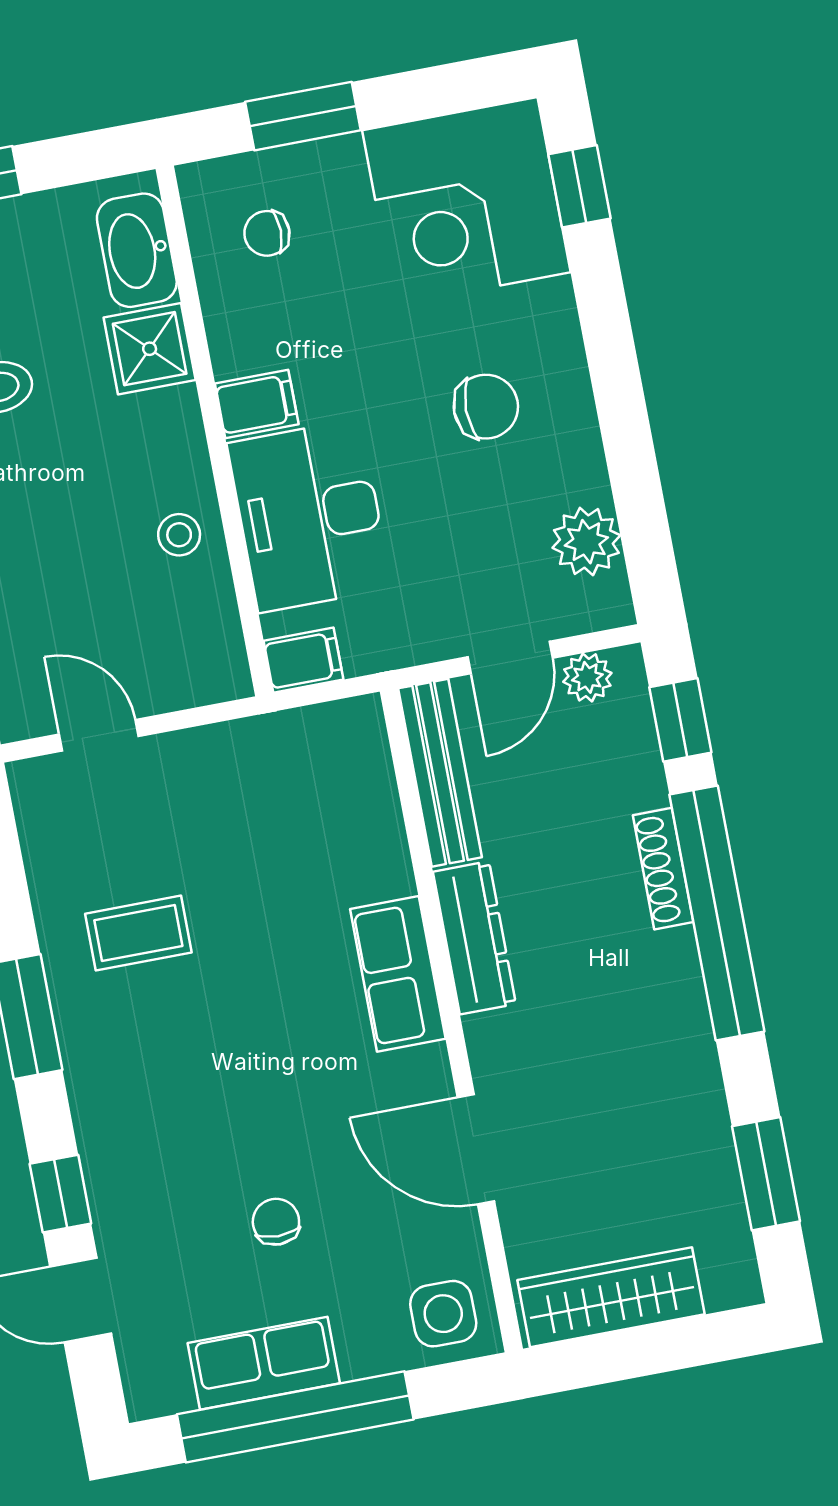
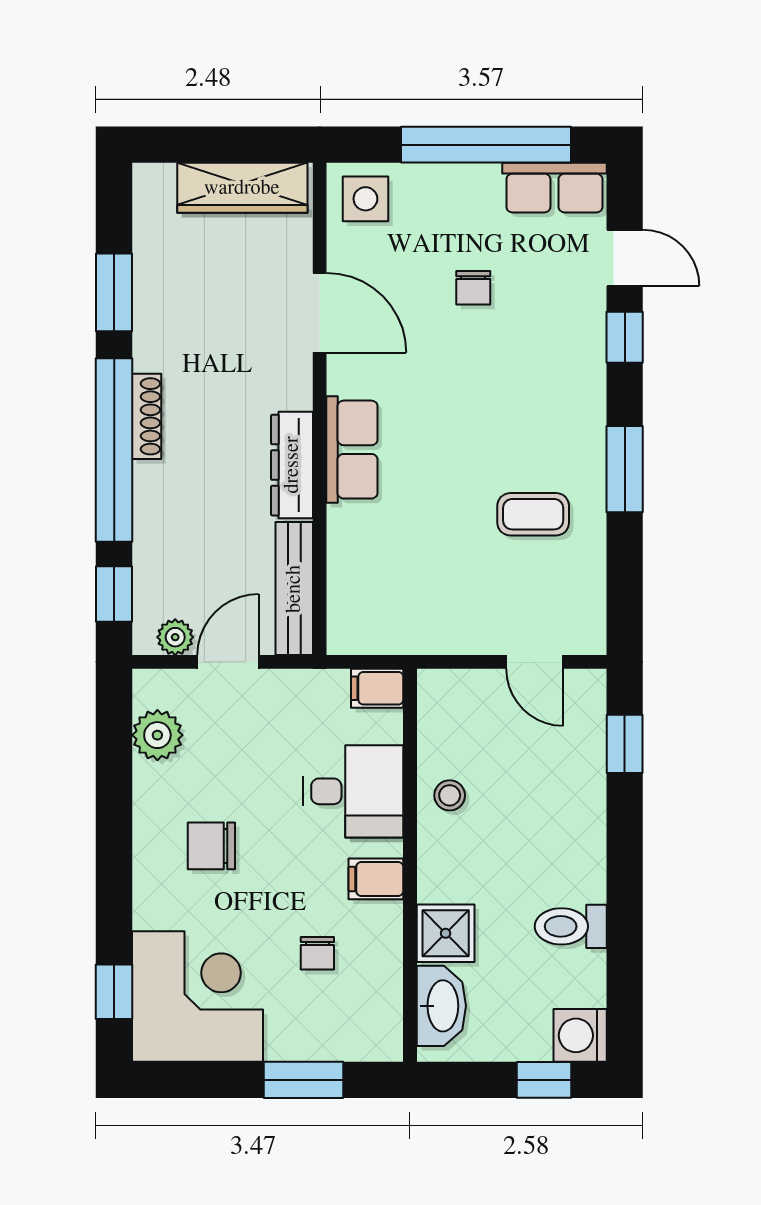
chair: (267, 233) -> (317, 953), moved, turned 90
desk: (309, 516) -> (353, 791), width x0.73
shoe rack: (663, 869) -> (147, 416), moved
window: (766, 1174) -> (114, 292), moved
row of seats: (264, 1363) -> (554, 188), moved

